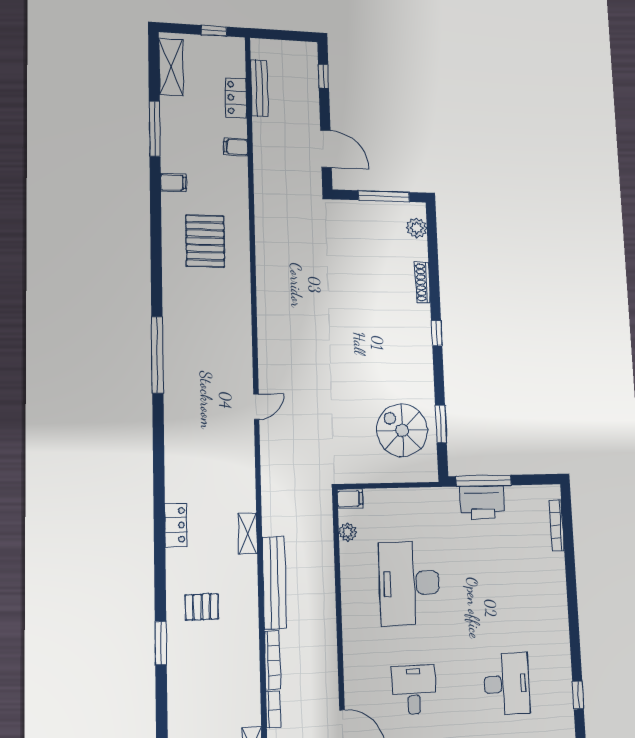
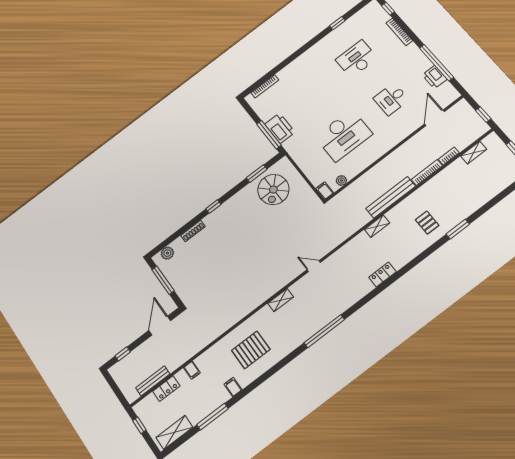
shelving: (243, 329) -> (281, 300), added
locker: (176, 525) -> (382, 275), moved

